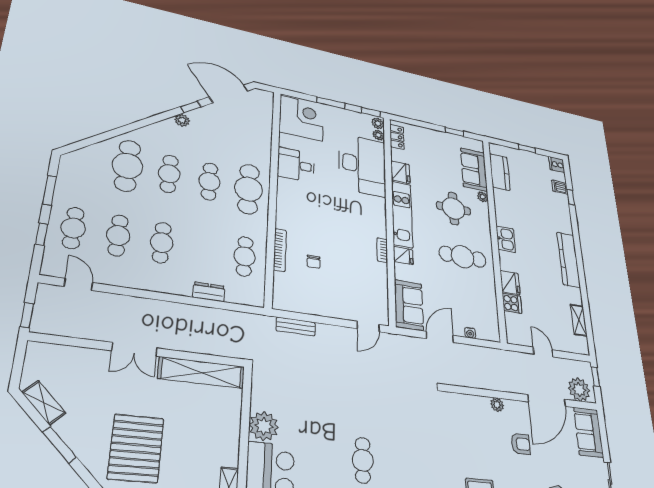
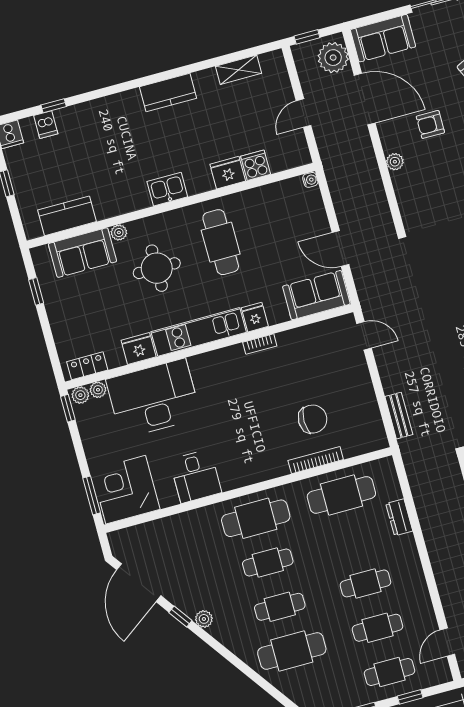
window: (331, 103) -> (92, 495), moved
cafe table: (245, 256) -> (341, 495), width x1.37, depth x1.35
kitchen counter: (569, 260) -> (168, 92), width x0.67
chair: (314, 262) -> (313, 419), width x1.87, depth x1.87
water cooler: (470, 333) -> (310, 180), moved
armchair: (521, 444) -> (430, 124), turned -90

